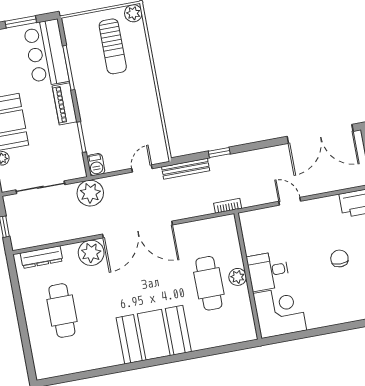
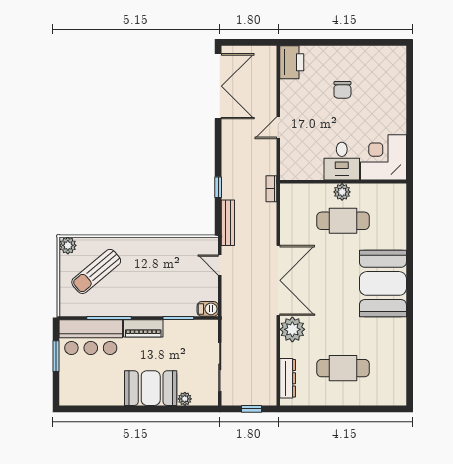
sun lounger: (113, 46) -> (96, 271), turned 140
plant: (90, 193) -> (234, 320), removed
chair: (339, 258) -> (342, 90), turned -90

